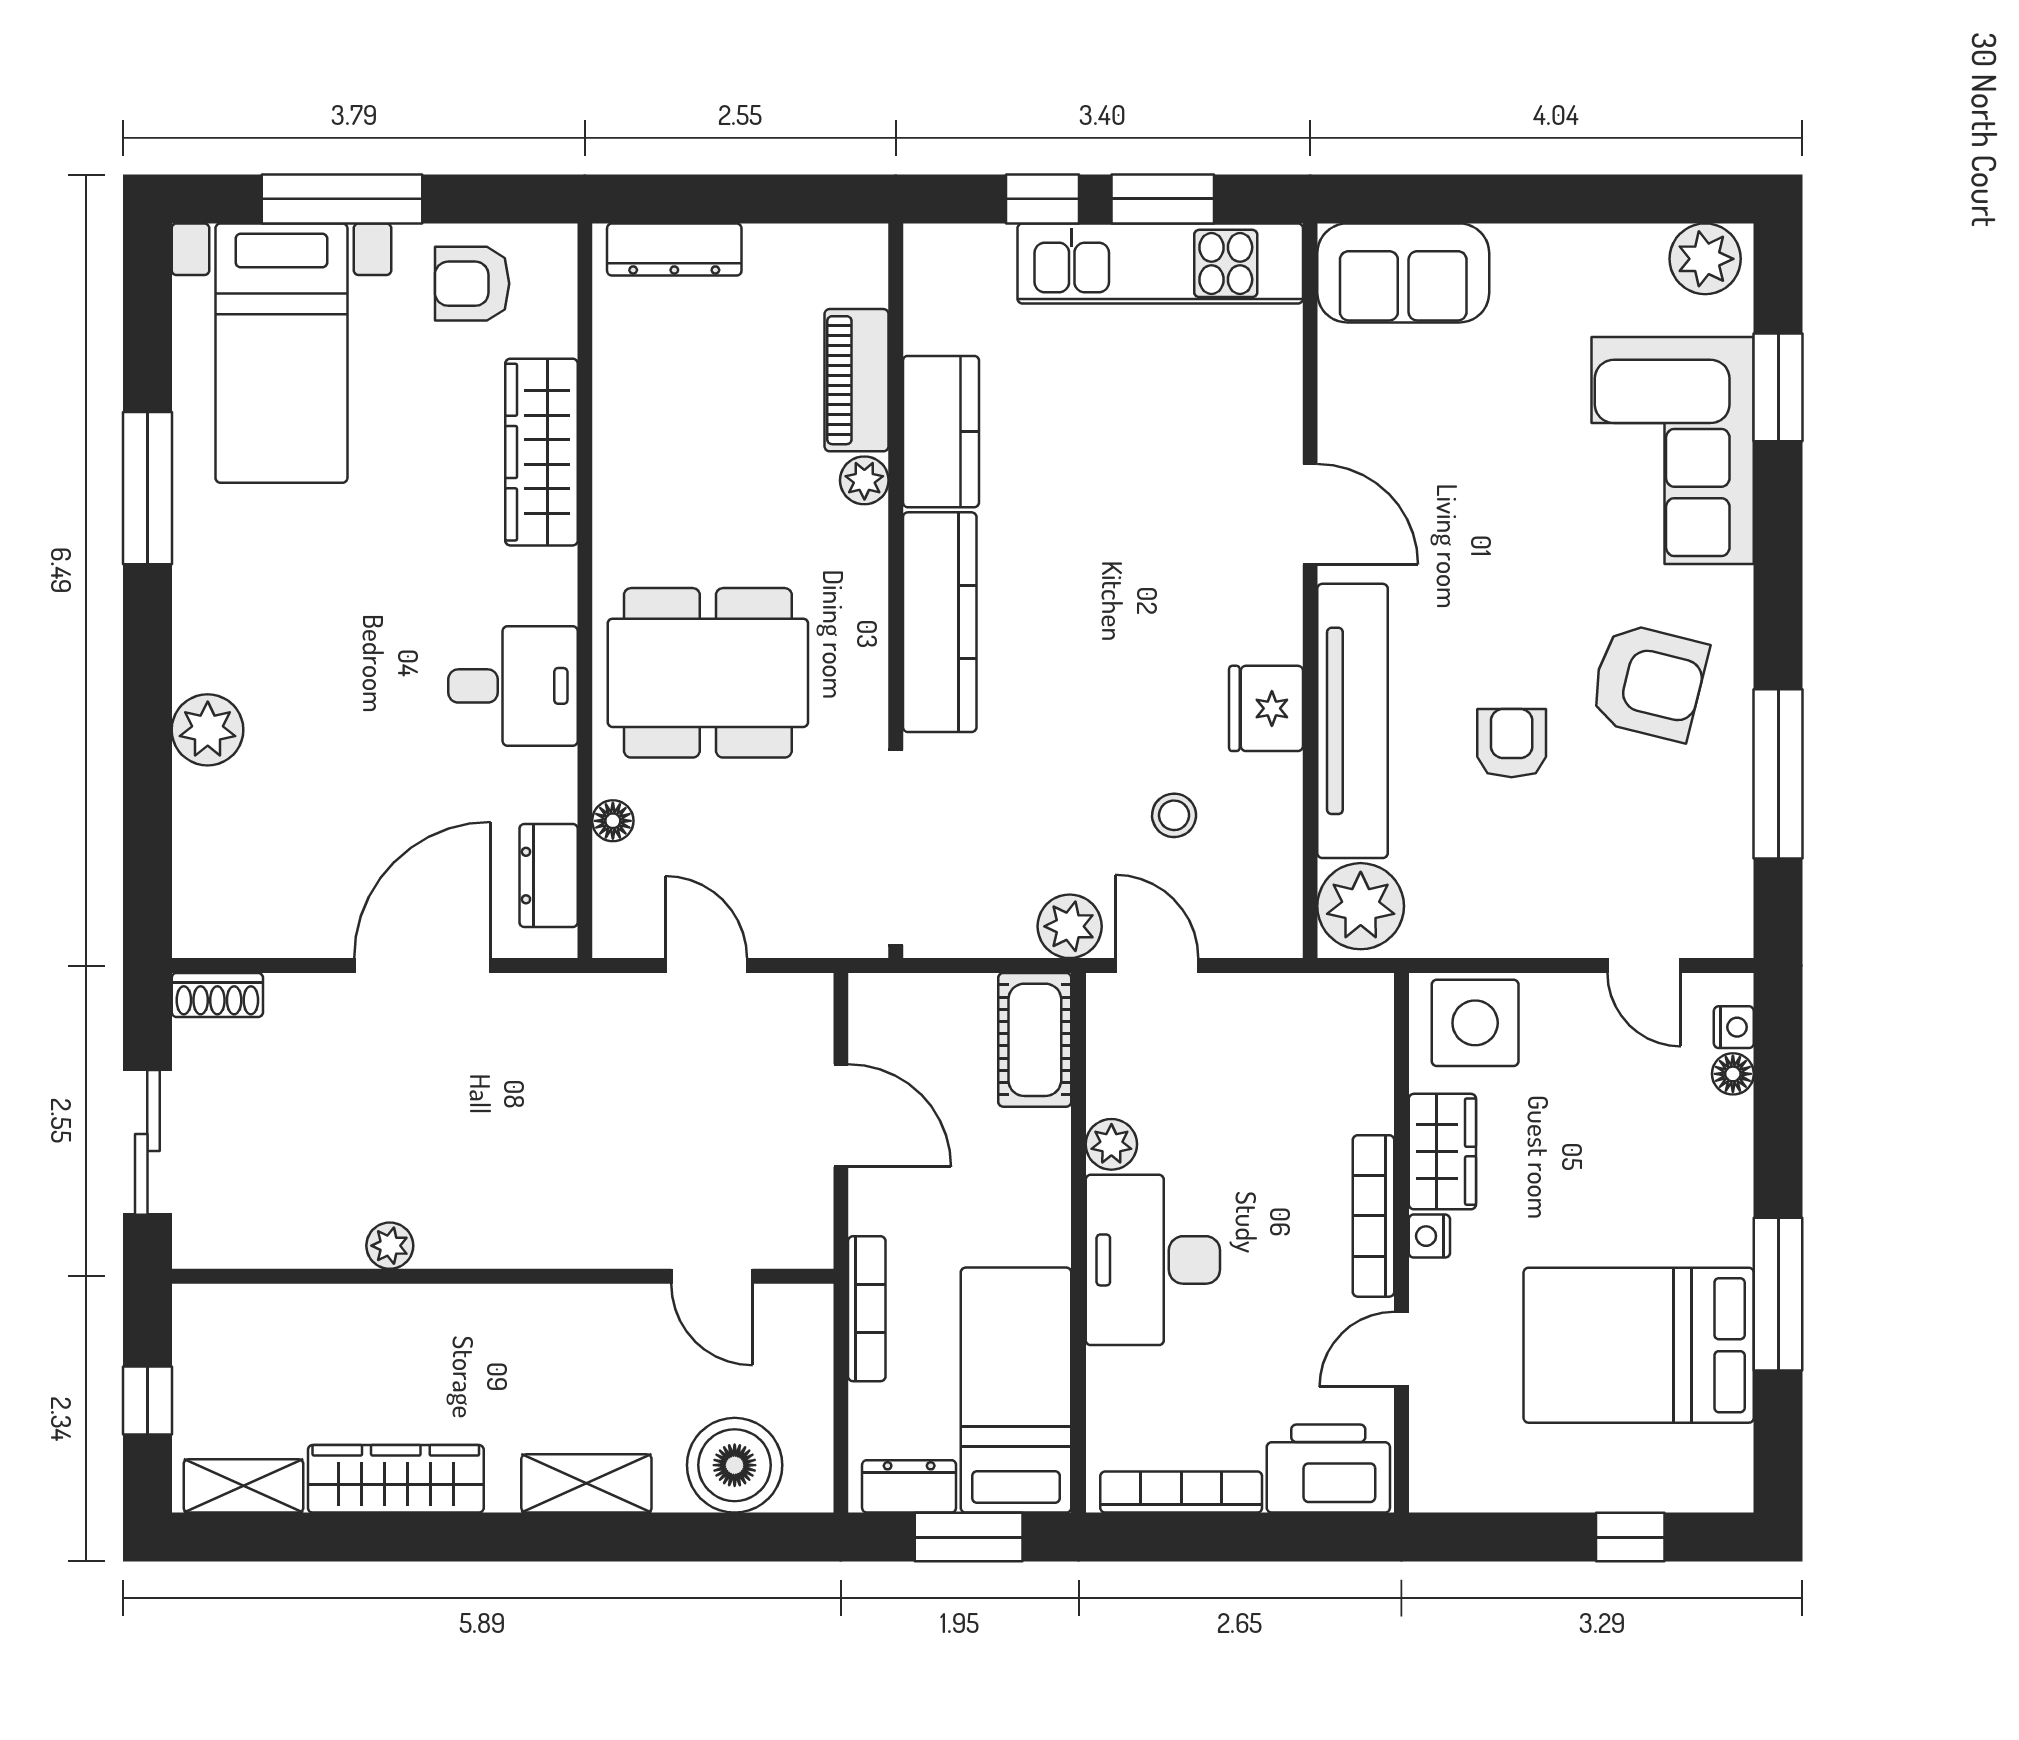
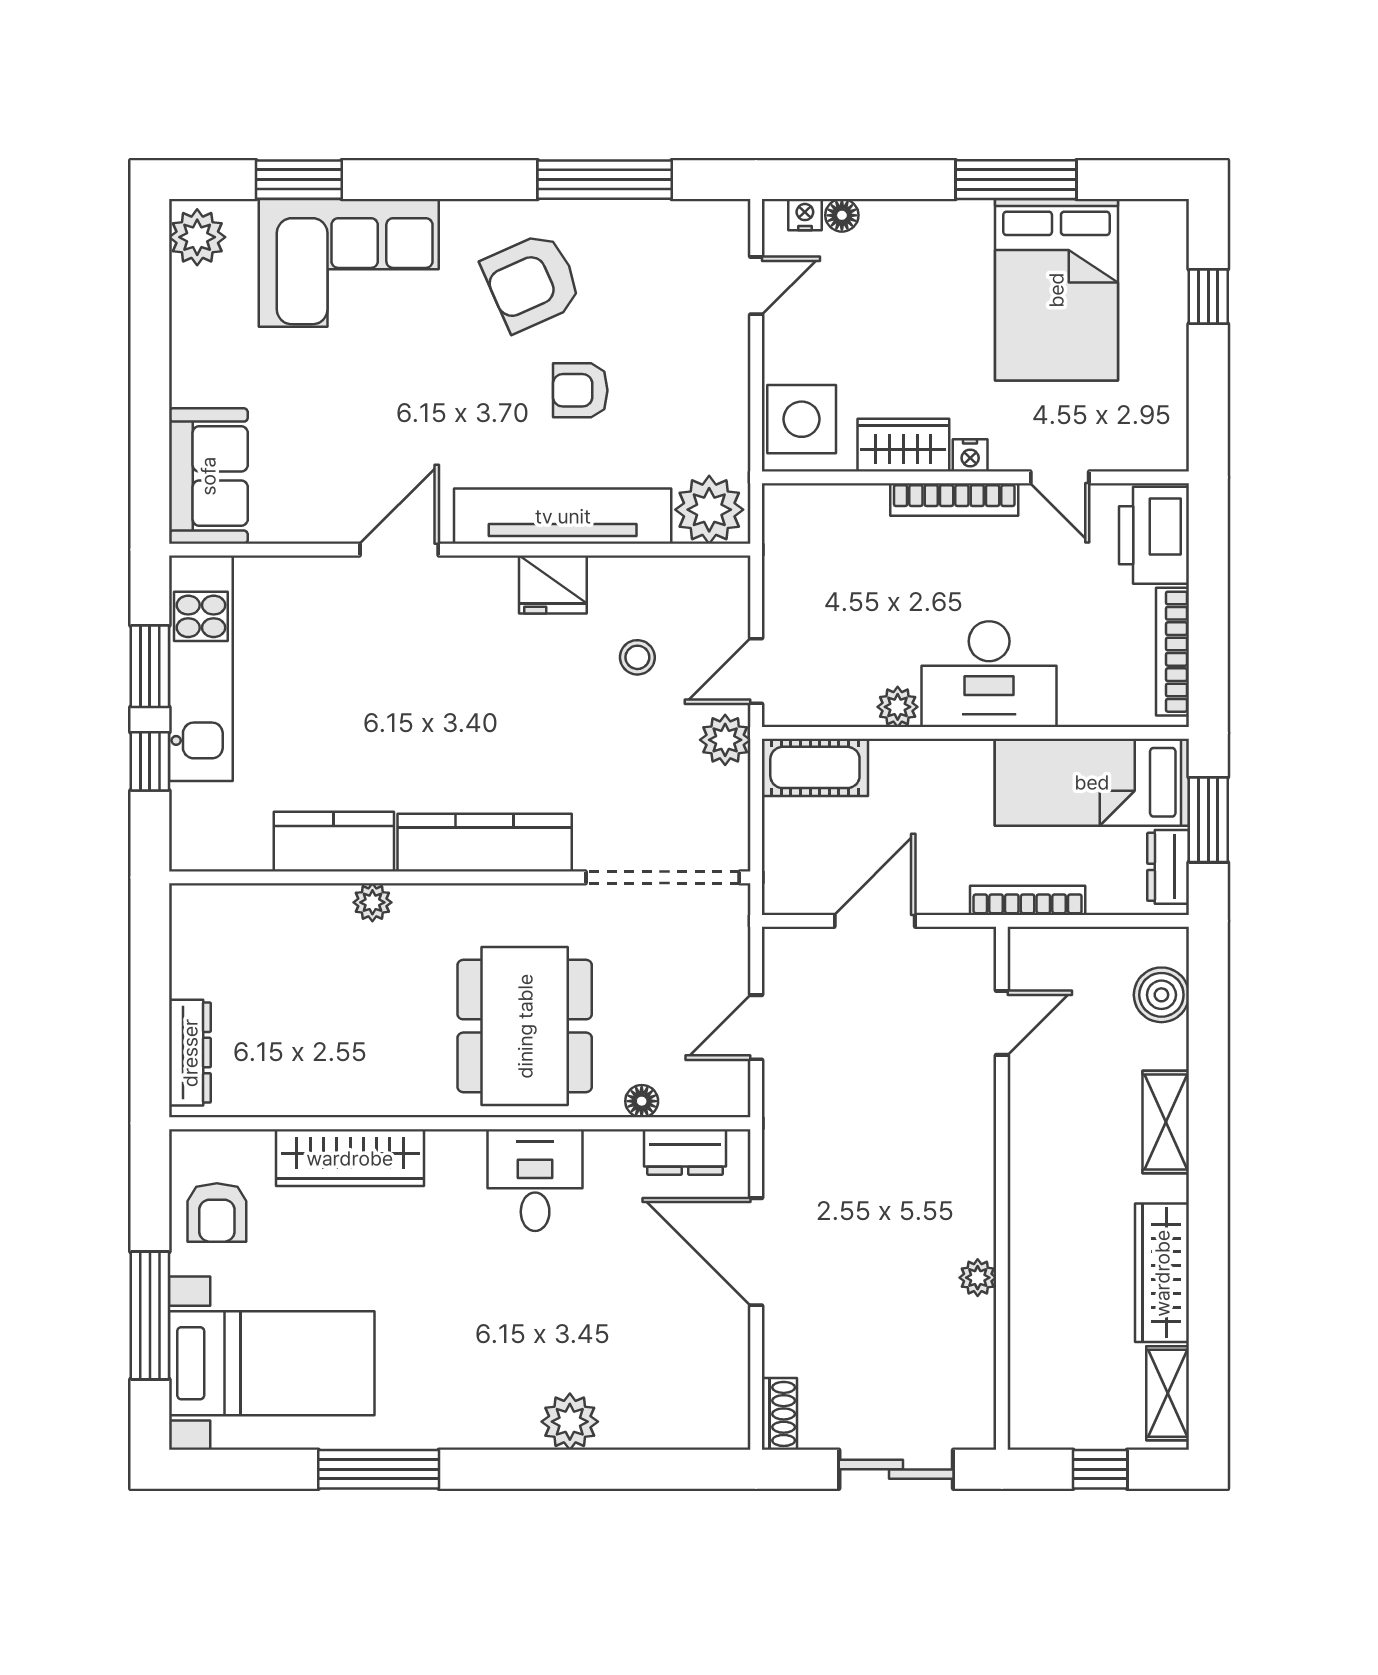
piano: (857, 380) -> (293, 908), removed
armchair: (1649, 682) -> (532, 282), turned -128
boiler: (735, 1465) -> (1161, 995), width x0.73, depth x0.73

